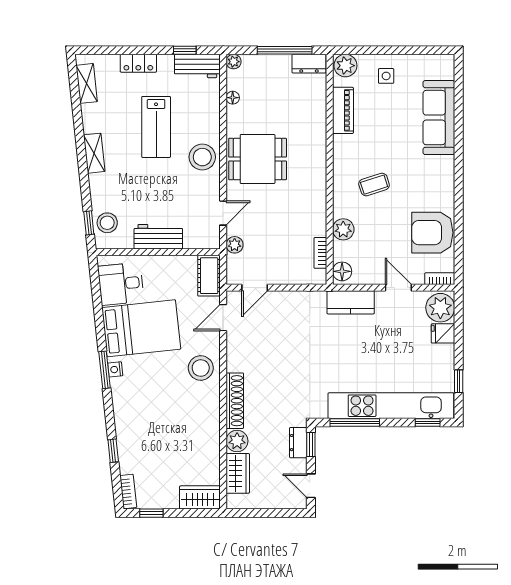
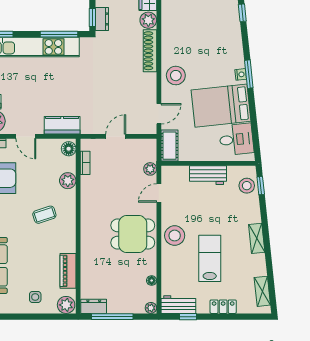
door: (255, 288) -> (116, 136), moved

